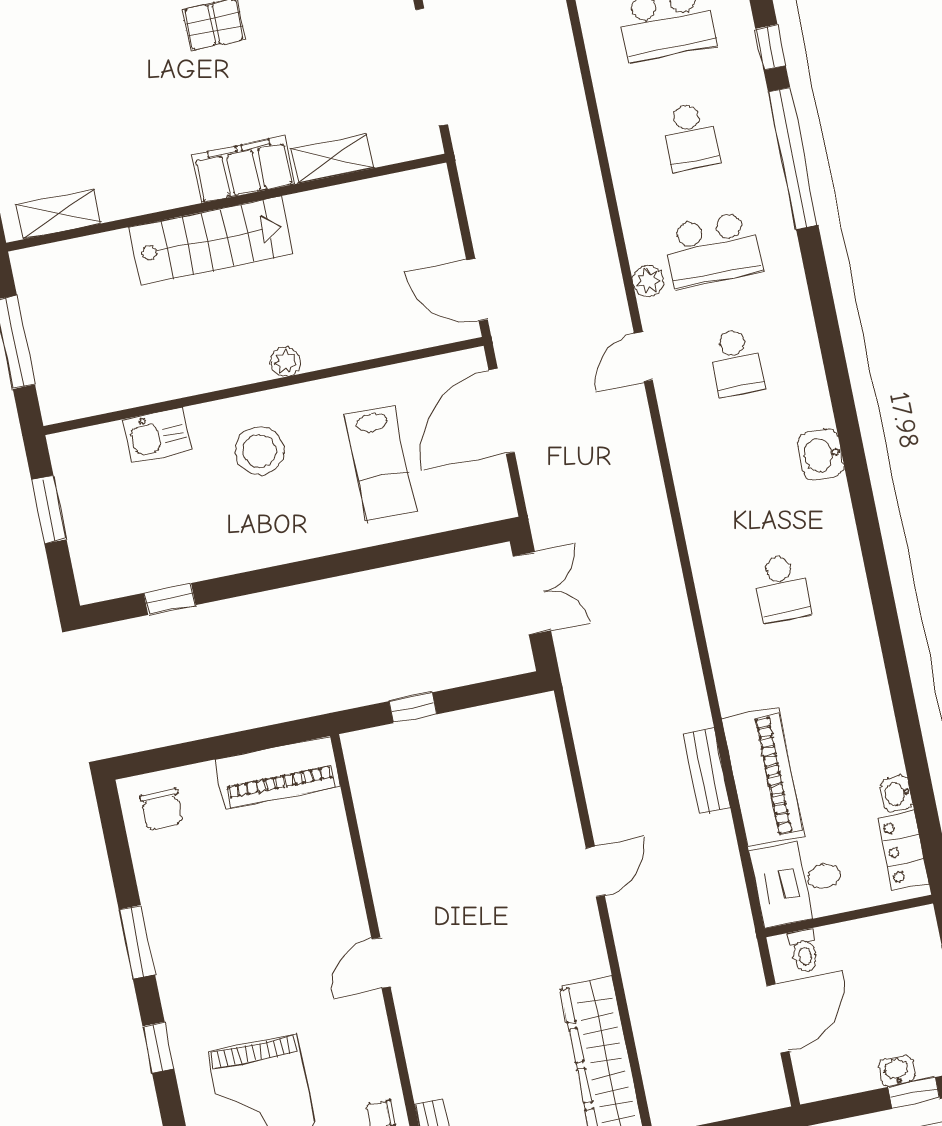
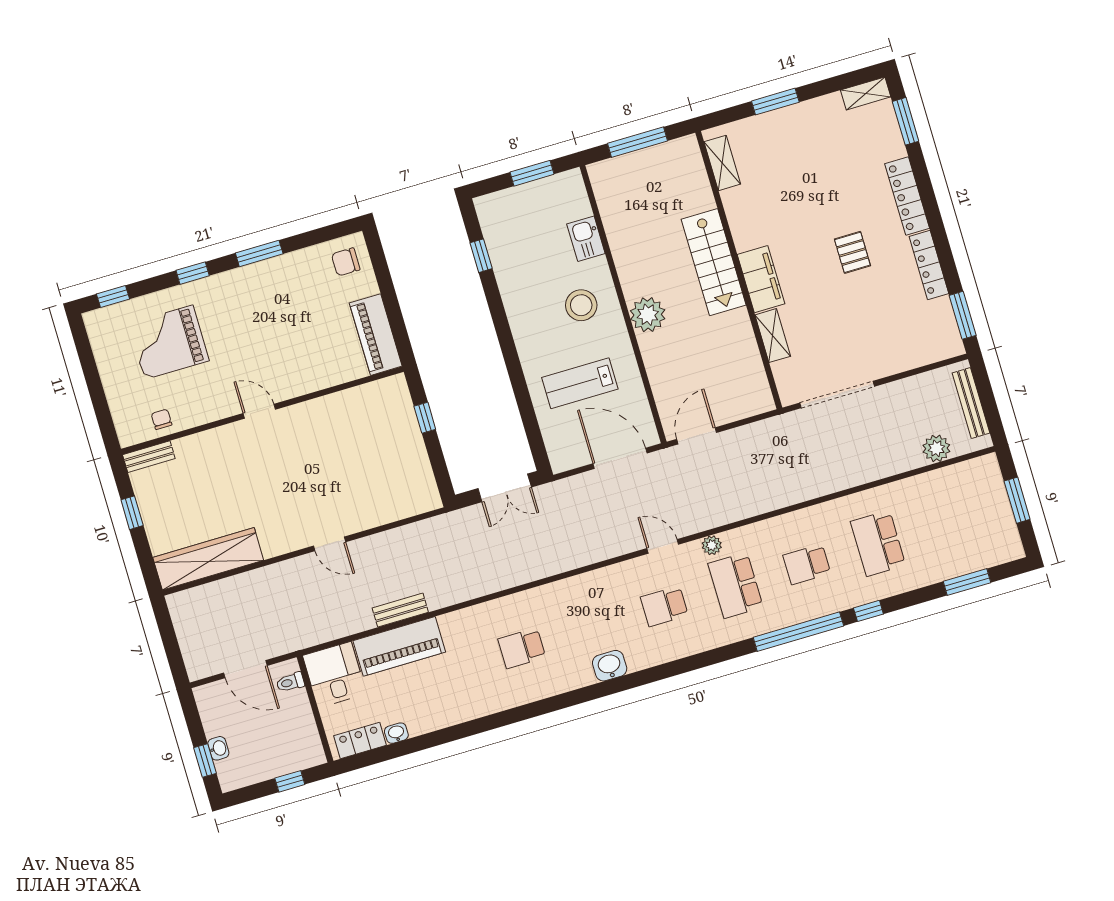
plant: (286, 362) -> (648, 315), width x1.88, depth x1.88

